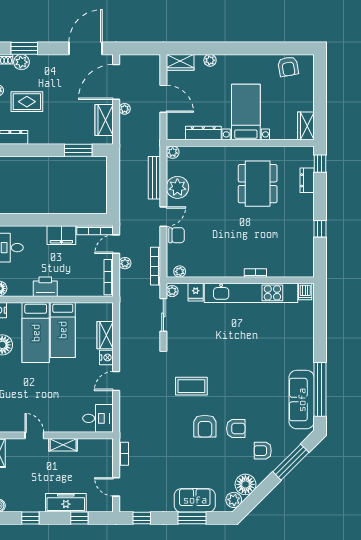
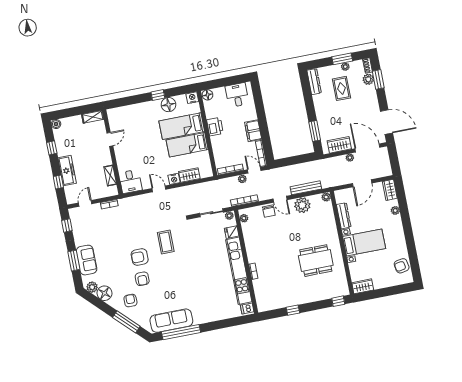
dresser: (307, 180) -> (325, 295), removed
shelving: (63, 445) -> (110, 176), moved

